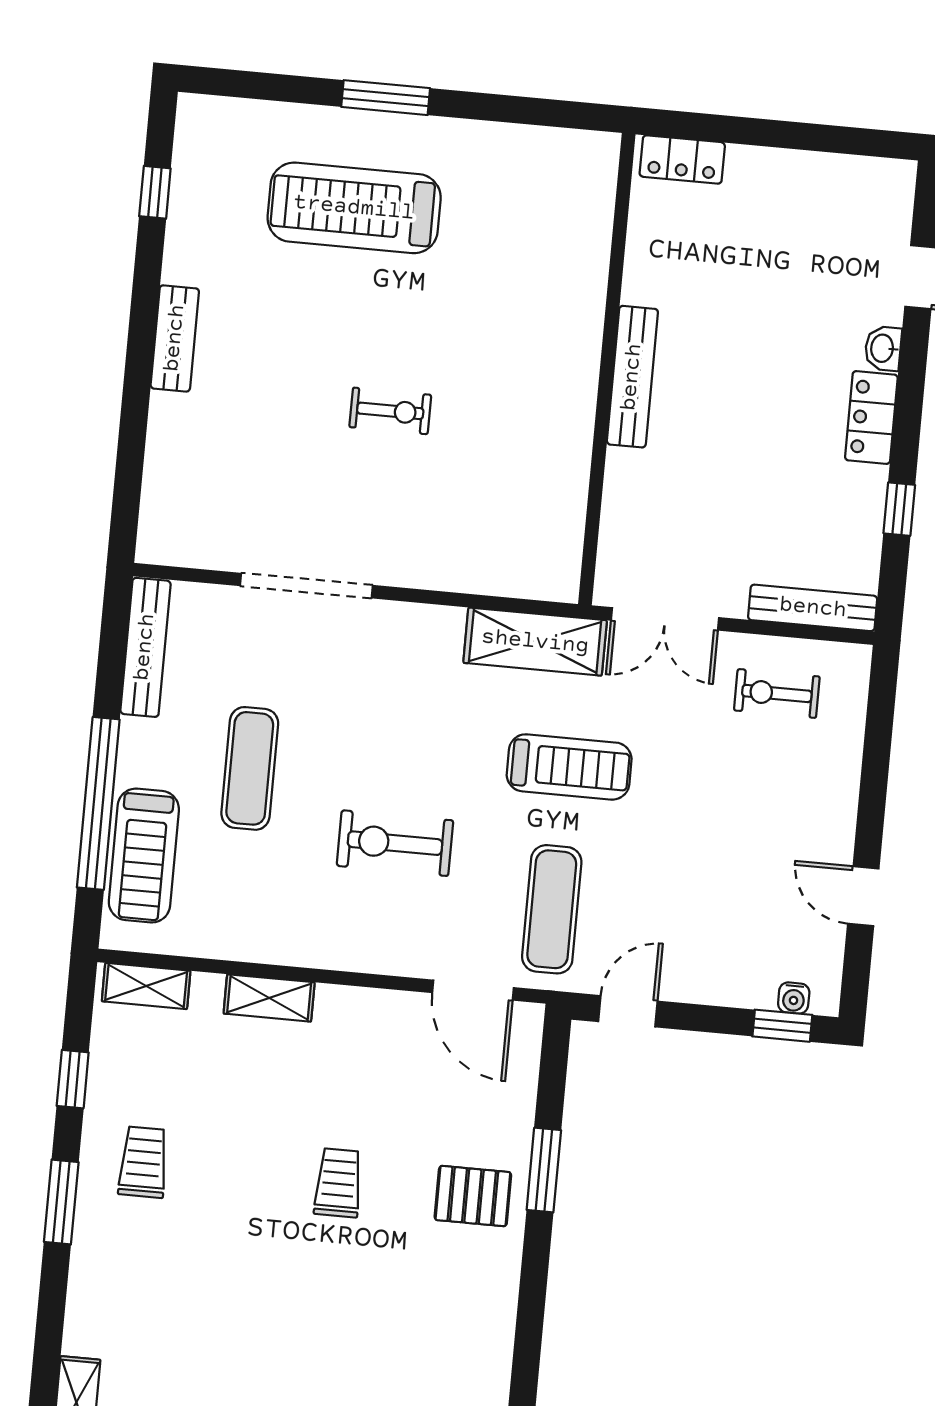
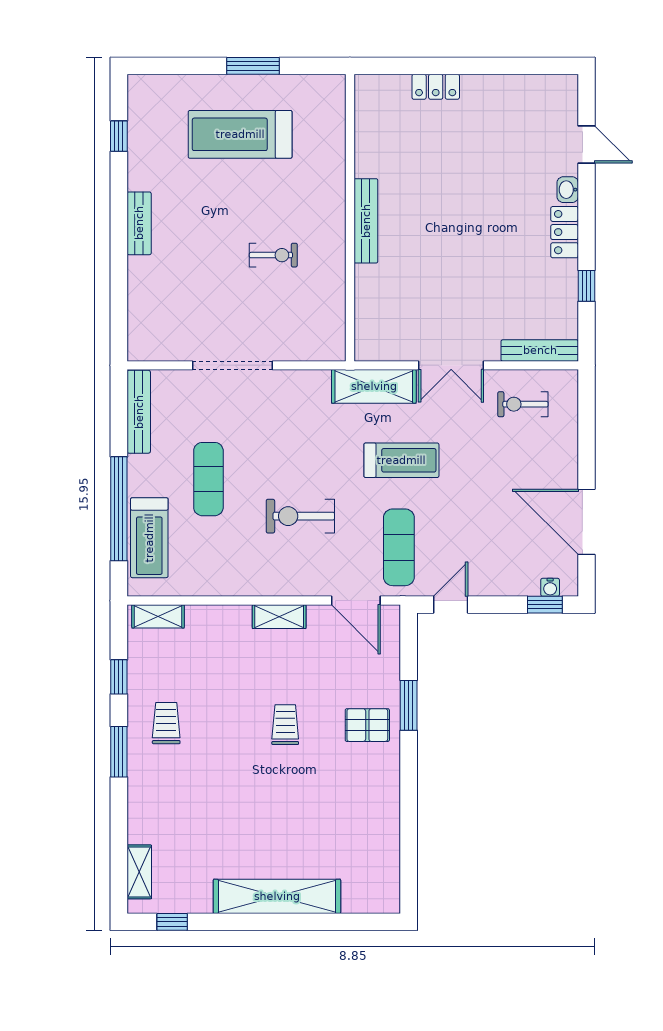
wall: (607, 369) -> (350, 218), moved
bench: (632, 377) -> (366, 221), moved
door: (863, 896) -> (586, 522), width x1.88
shelving: (269, 998) -> (279, 617), moved

